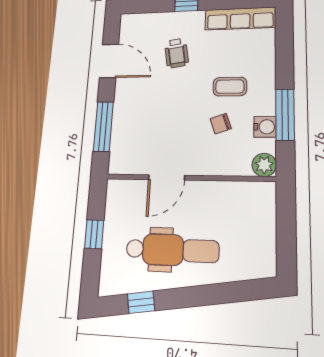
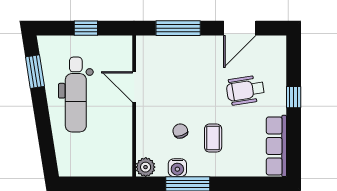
wheelchair: (176, 53) -> (245, 90), width x1.36, depth x1.37
window: (141, 302) -> (35, 72), width x1.50

